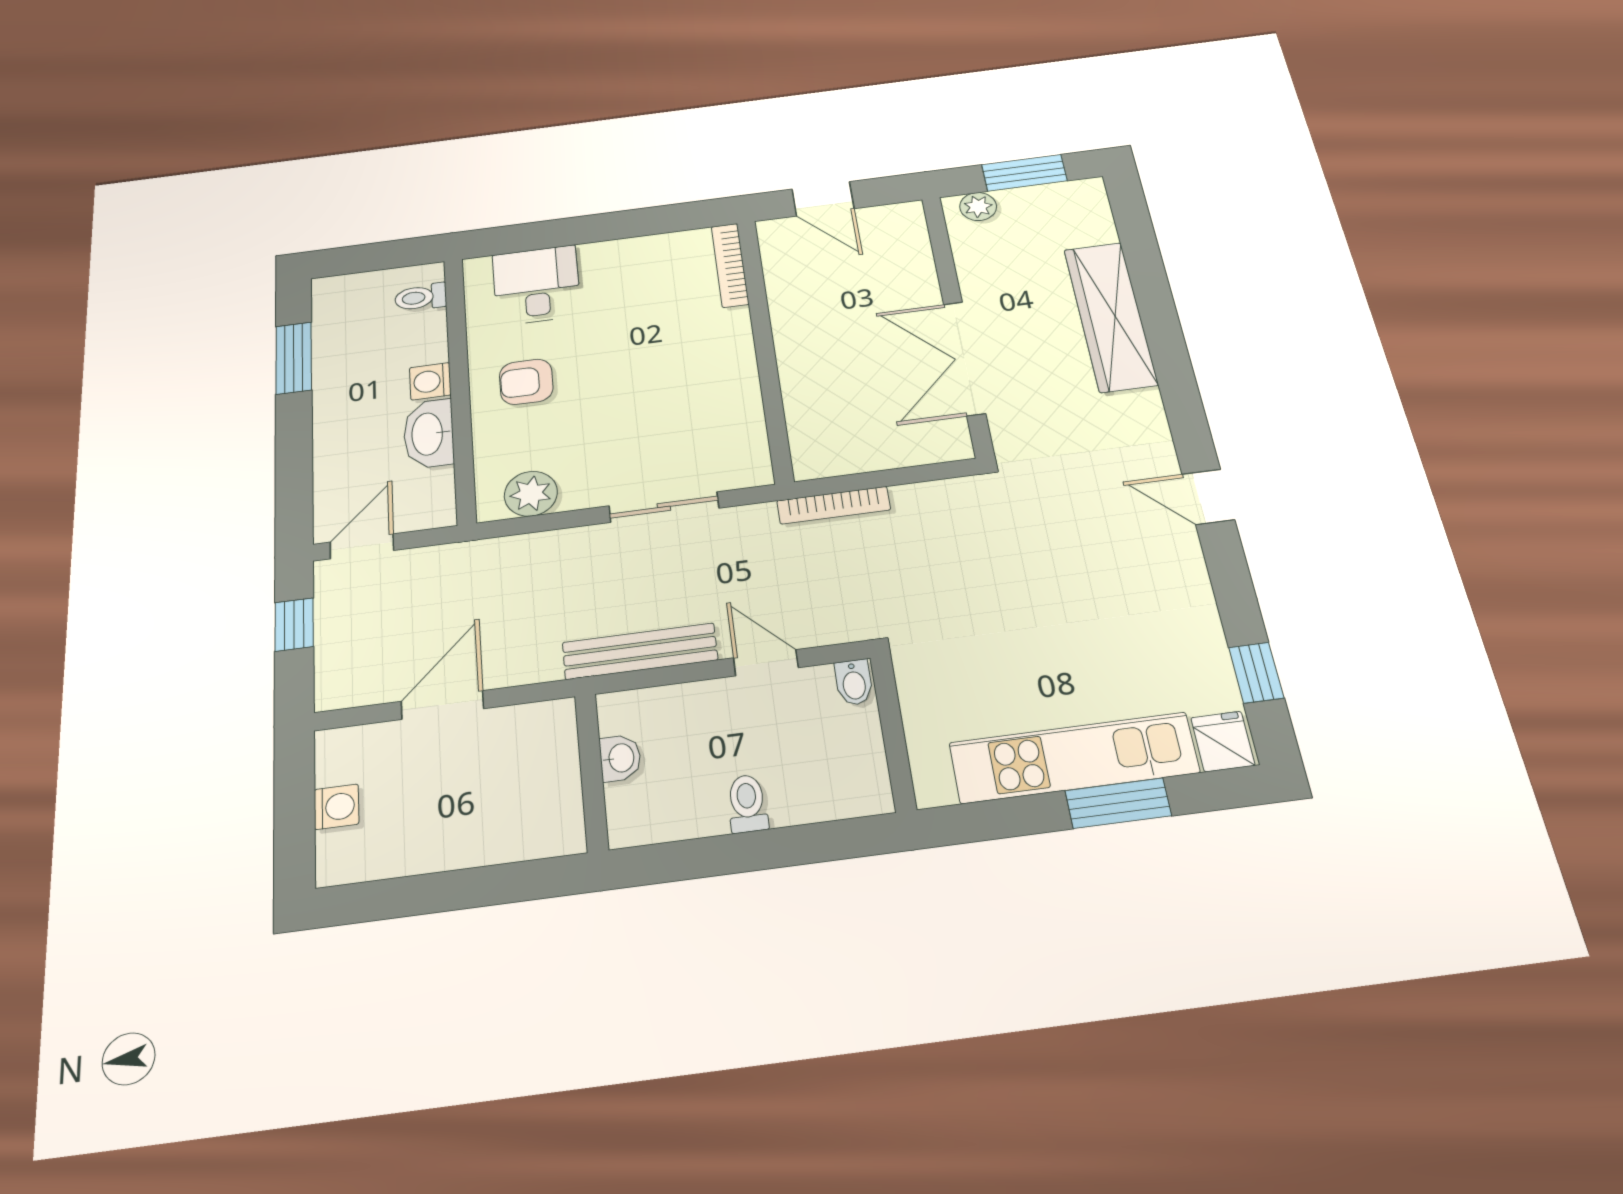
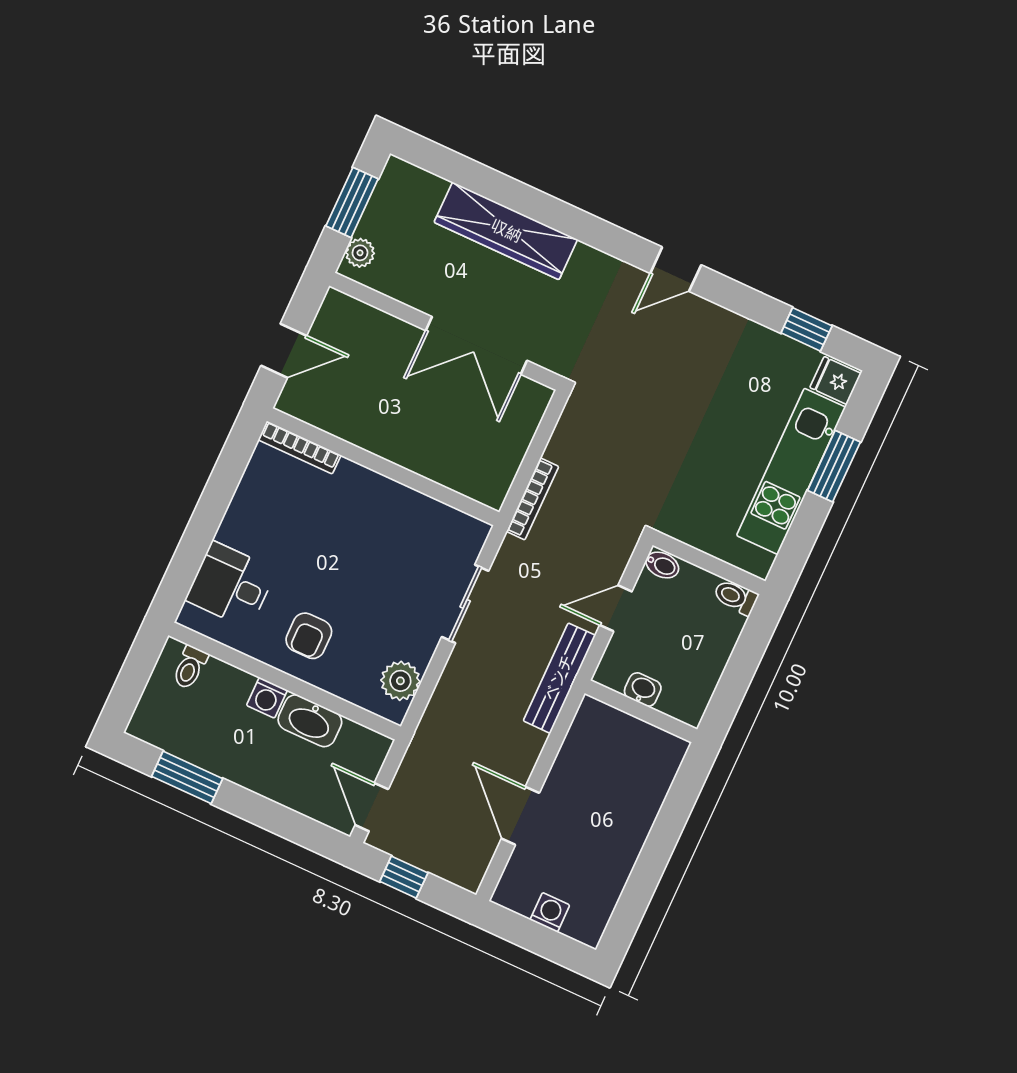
washbasin: (620, 758) -> (643, 690), moved
wall: (591, 772) -> (641, 711), moved
toilet: (747, 804) -> (736, 597), moved

